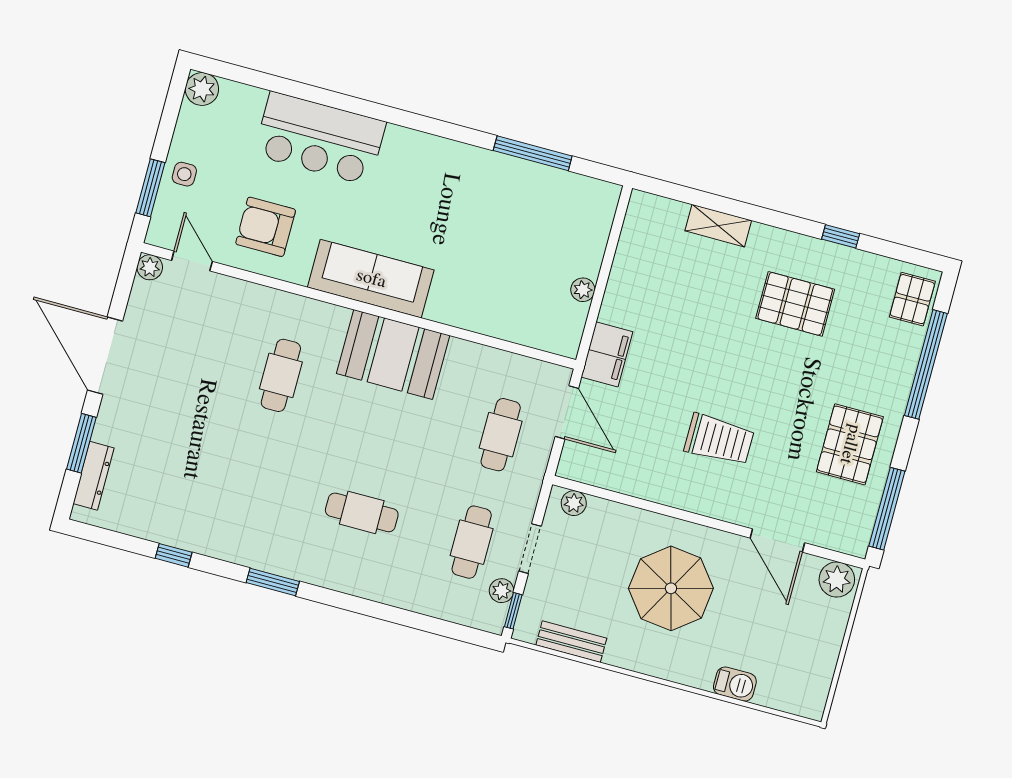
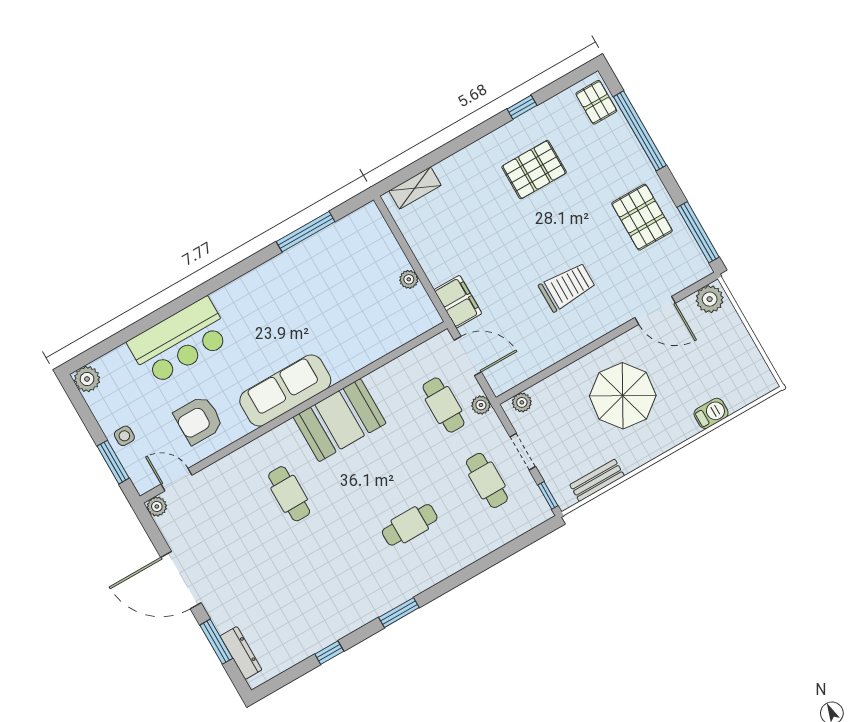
shelving: (718, 226) -> (415, 188), moved
plant: (501, 591) -> (481, 405), moved

